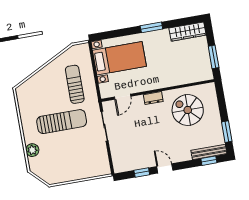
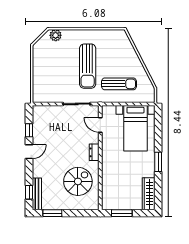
plant: (32, 150) -> (56, 35), moved

